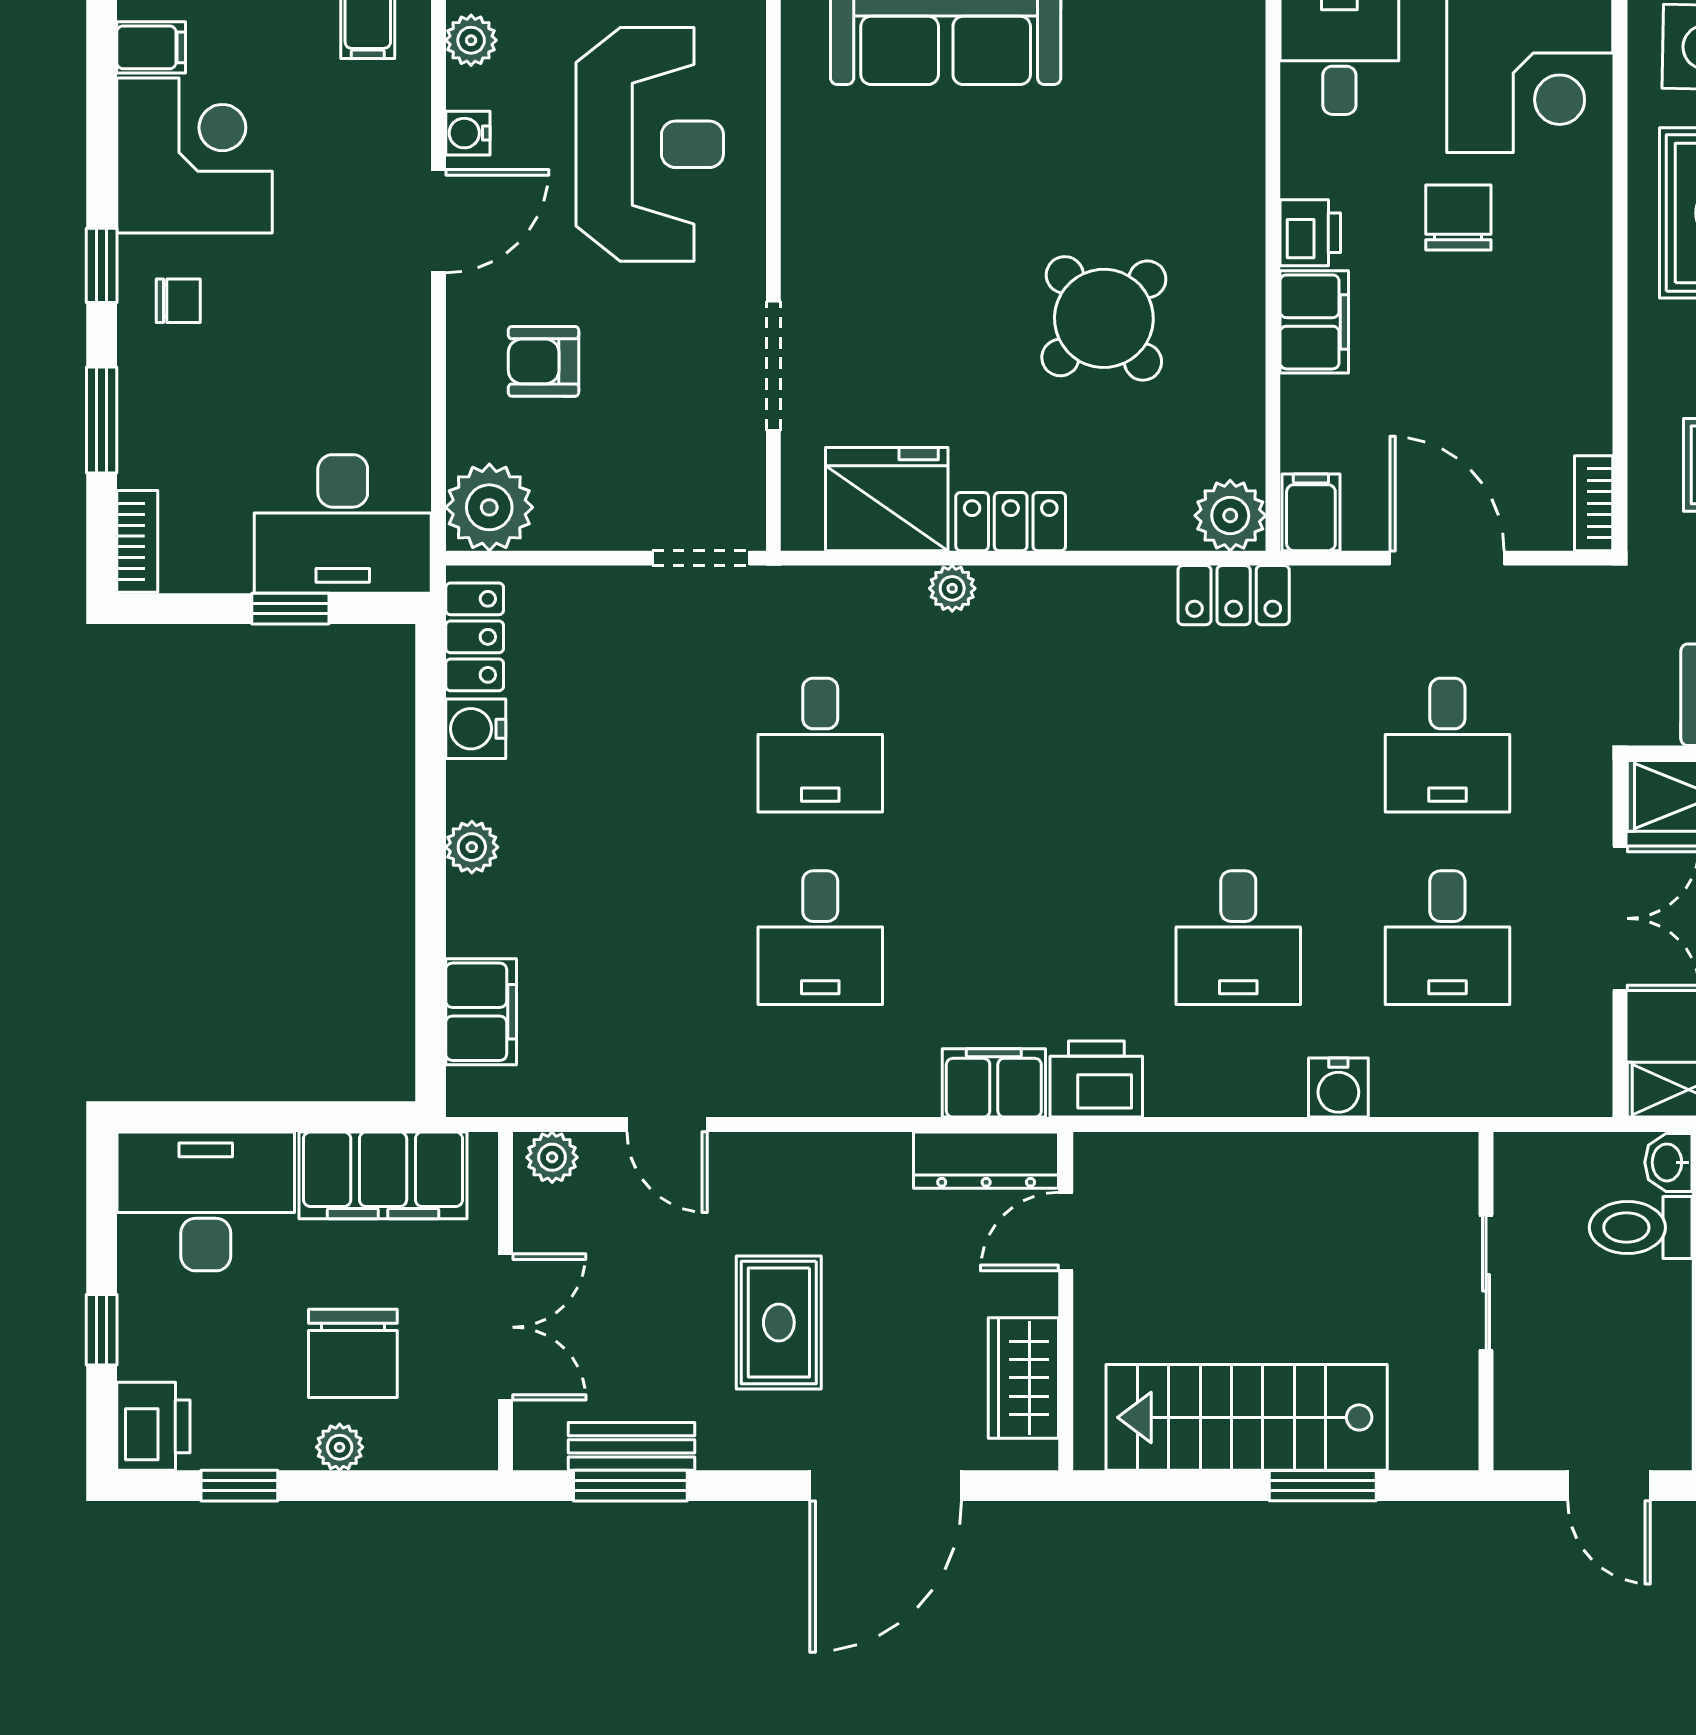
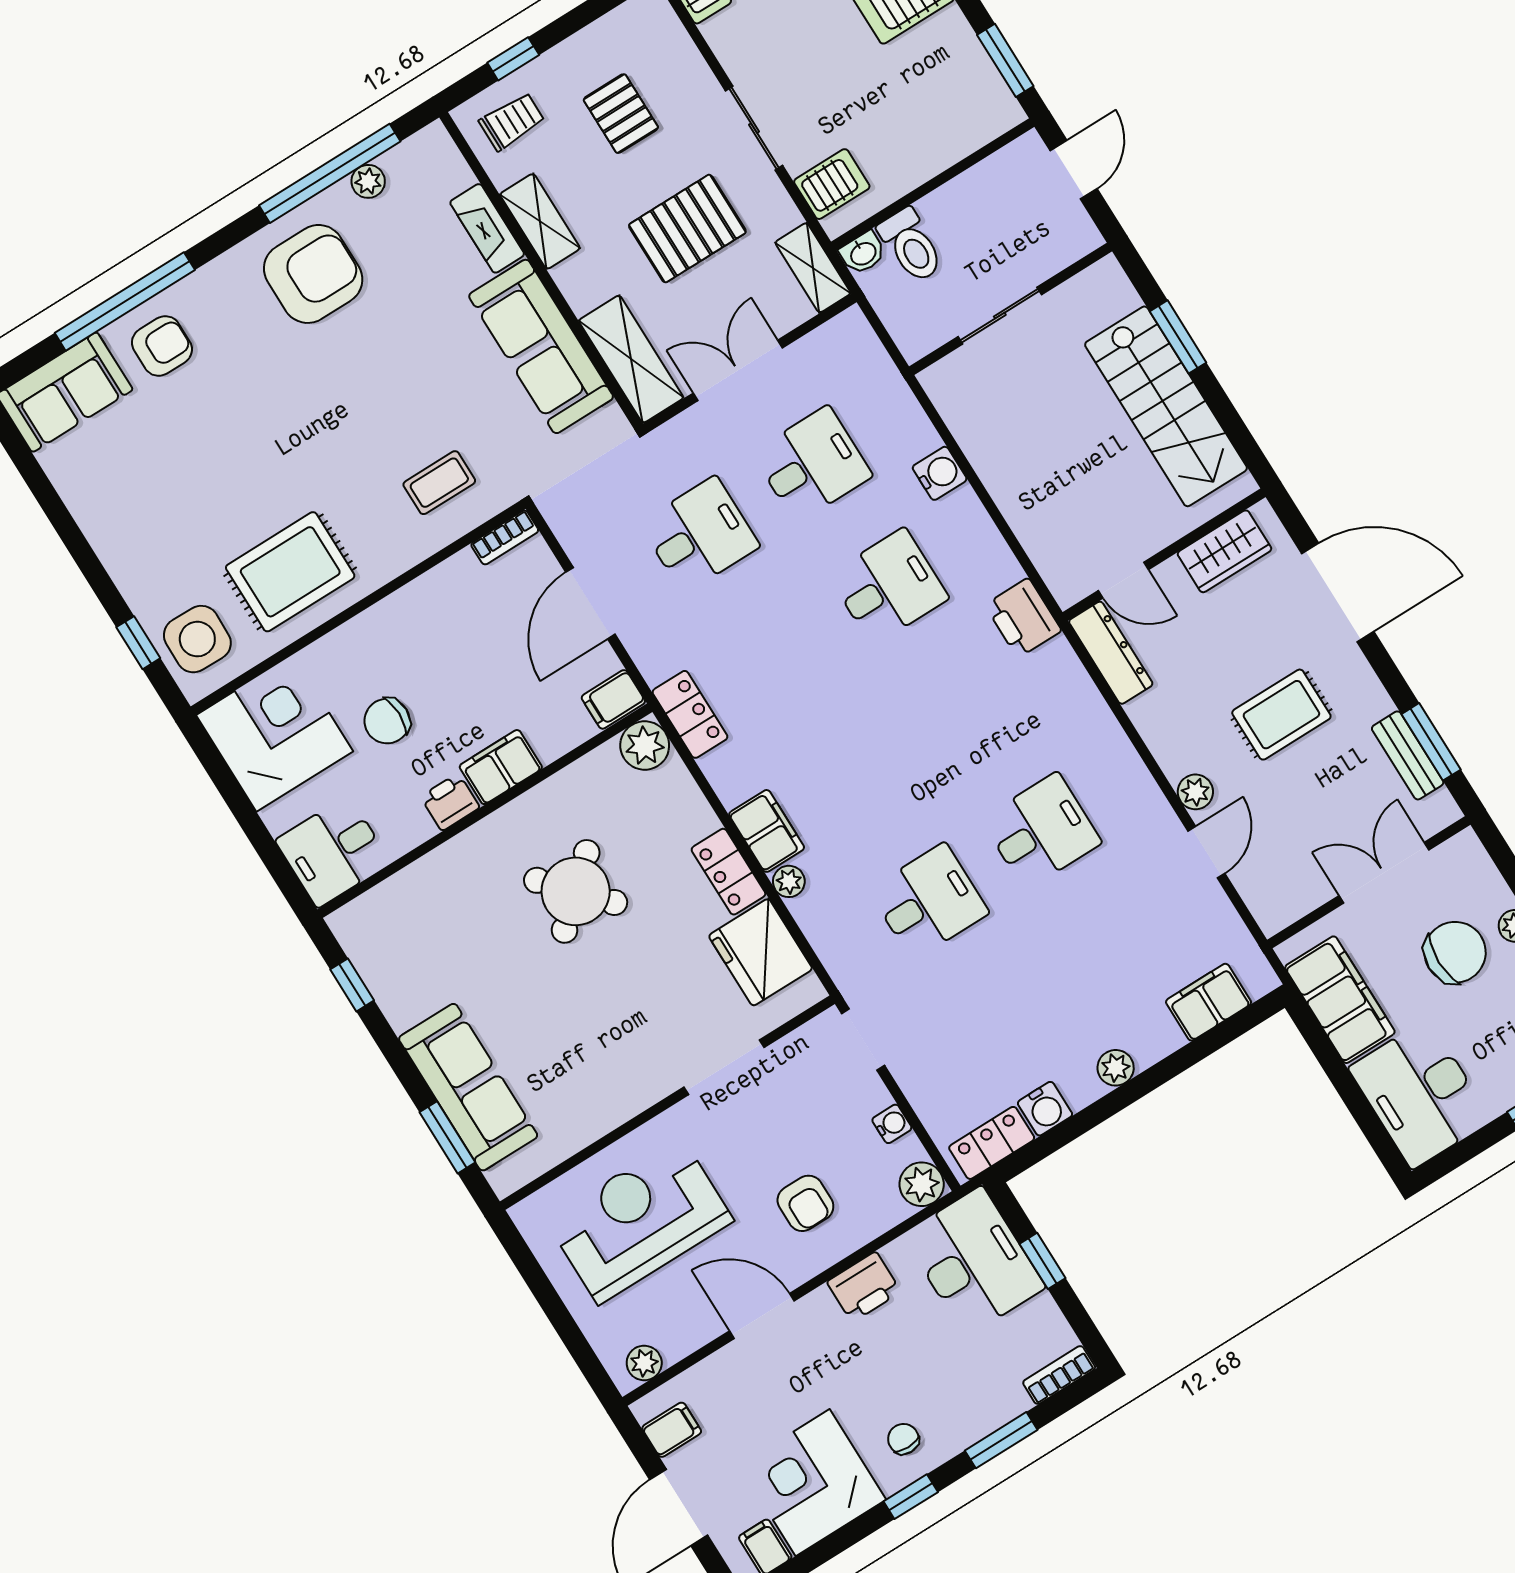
water cooler: (468, 133) -> (892, 1124), moved, turned -90
printer: (396, 369) -> (864, 1287), added
plant: (489, 507) -> (922, 1184), width x0.73, depth x0.73
filing cabinet: (994, 1083) -> (767, 831), moved, turned 180
plant: (552, 1157) -> (1195, 792), moved

